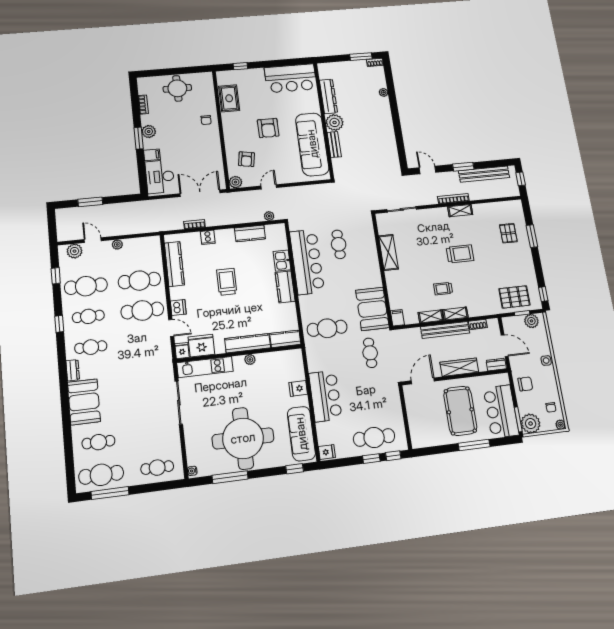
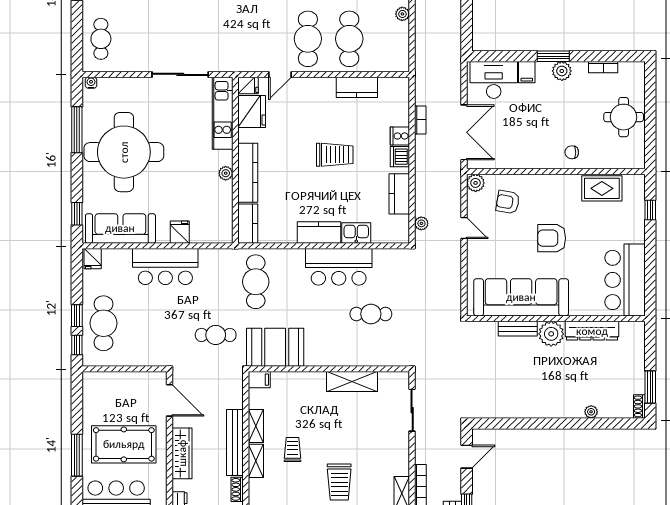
bar counter: (307, 262) -> (339, 267), width x0.73
kitchen counter: (174, 264) -> (357, 87), width x0.67
dishwasher: (178, 307) -> (400, 157), moved, turned 90

